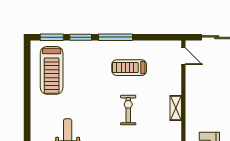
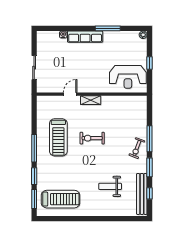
door: (183, 56) -> (70, 94), moved
treadmill: (129, 68) -> (58, 137), width x1.37, depth x1.38

